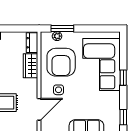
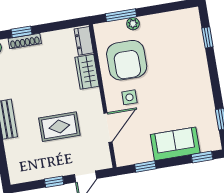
plant: (57, 36) -> (133, 24), moved
corner sofa: (101, 65) -> (181, 54), removed
window: (123, 78) -> (207, 37), moved

